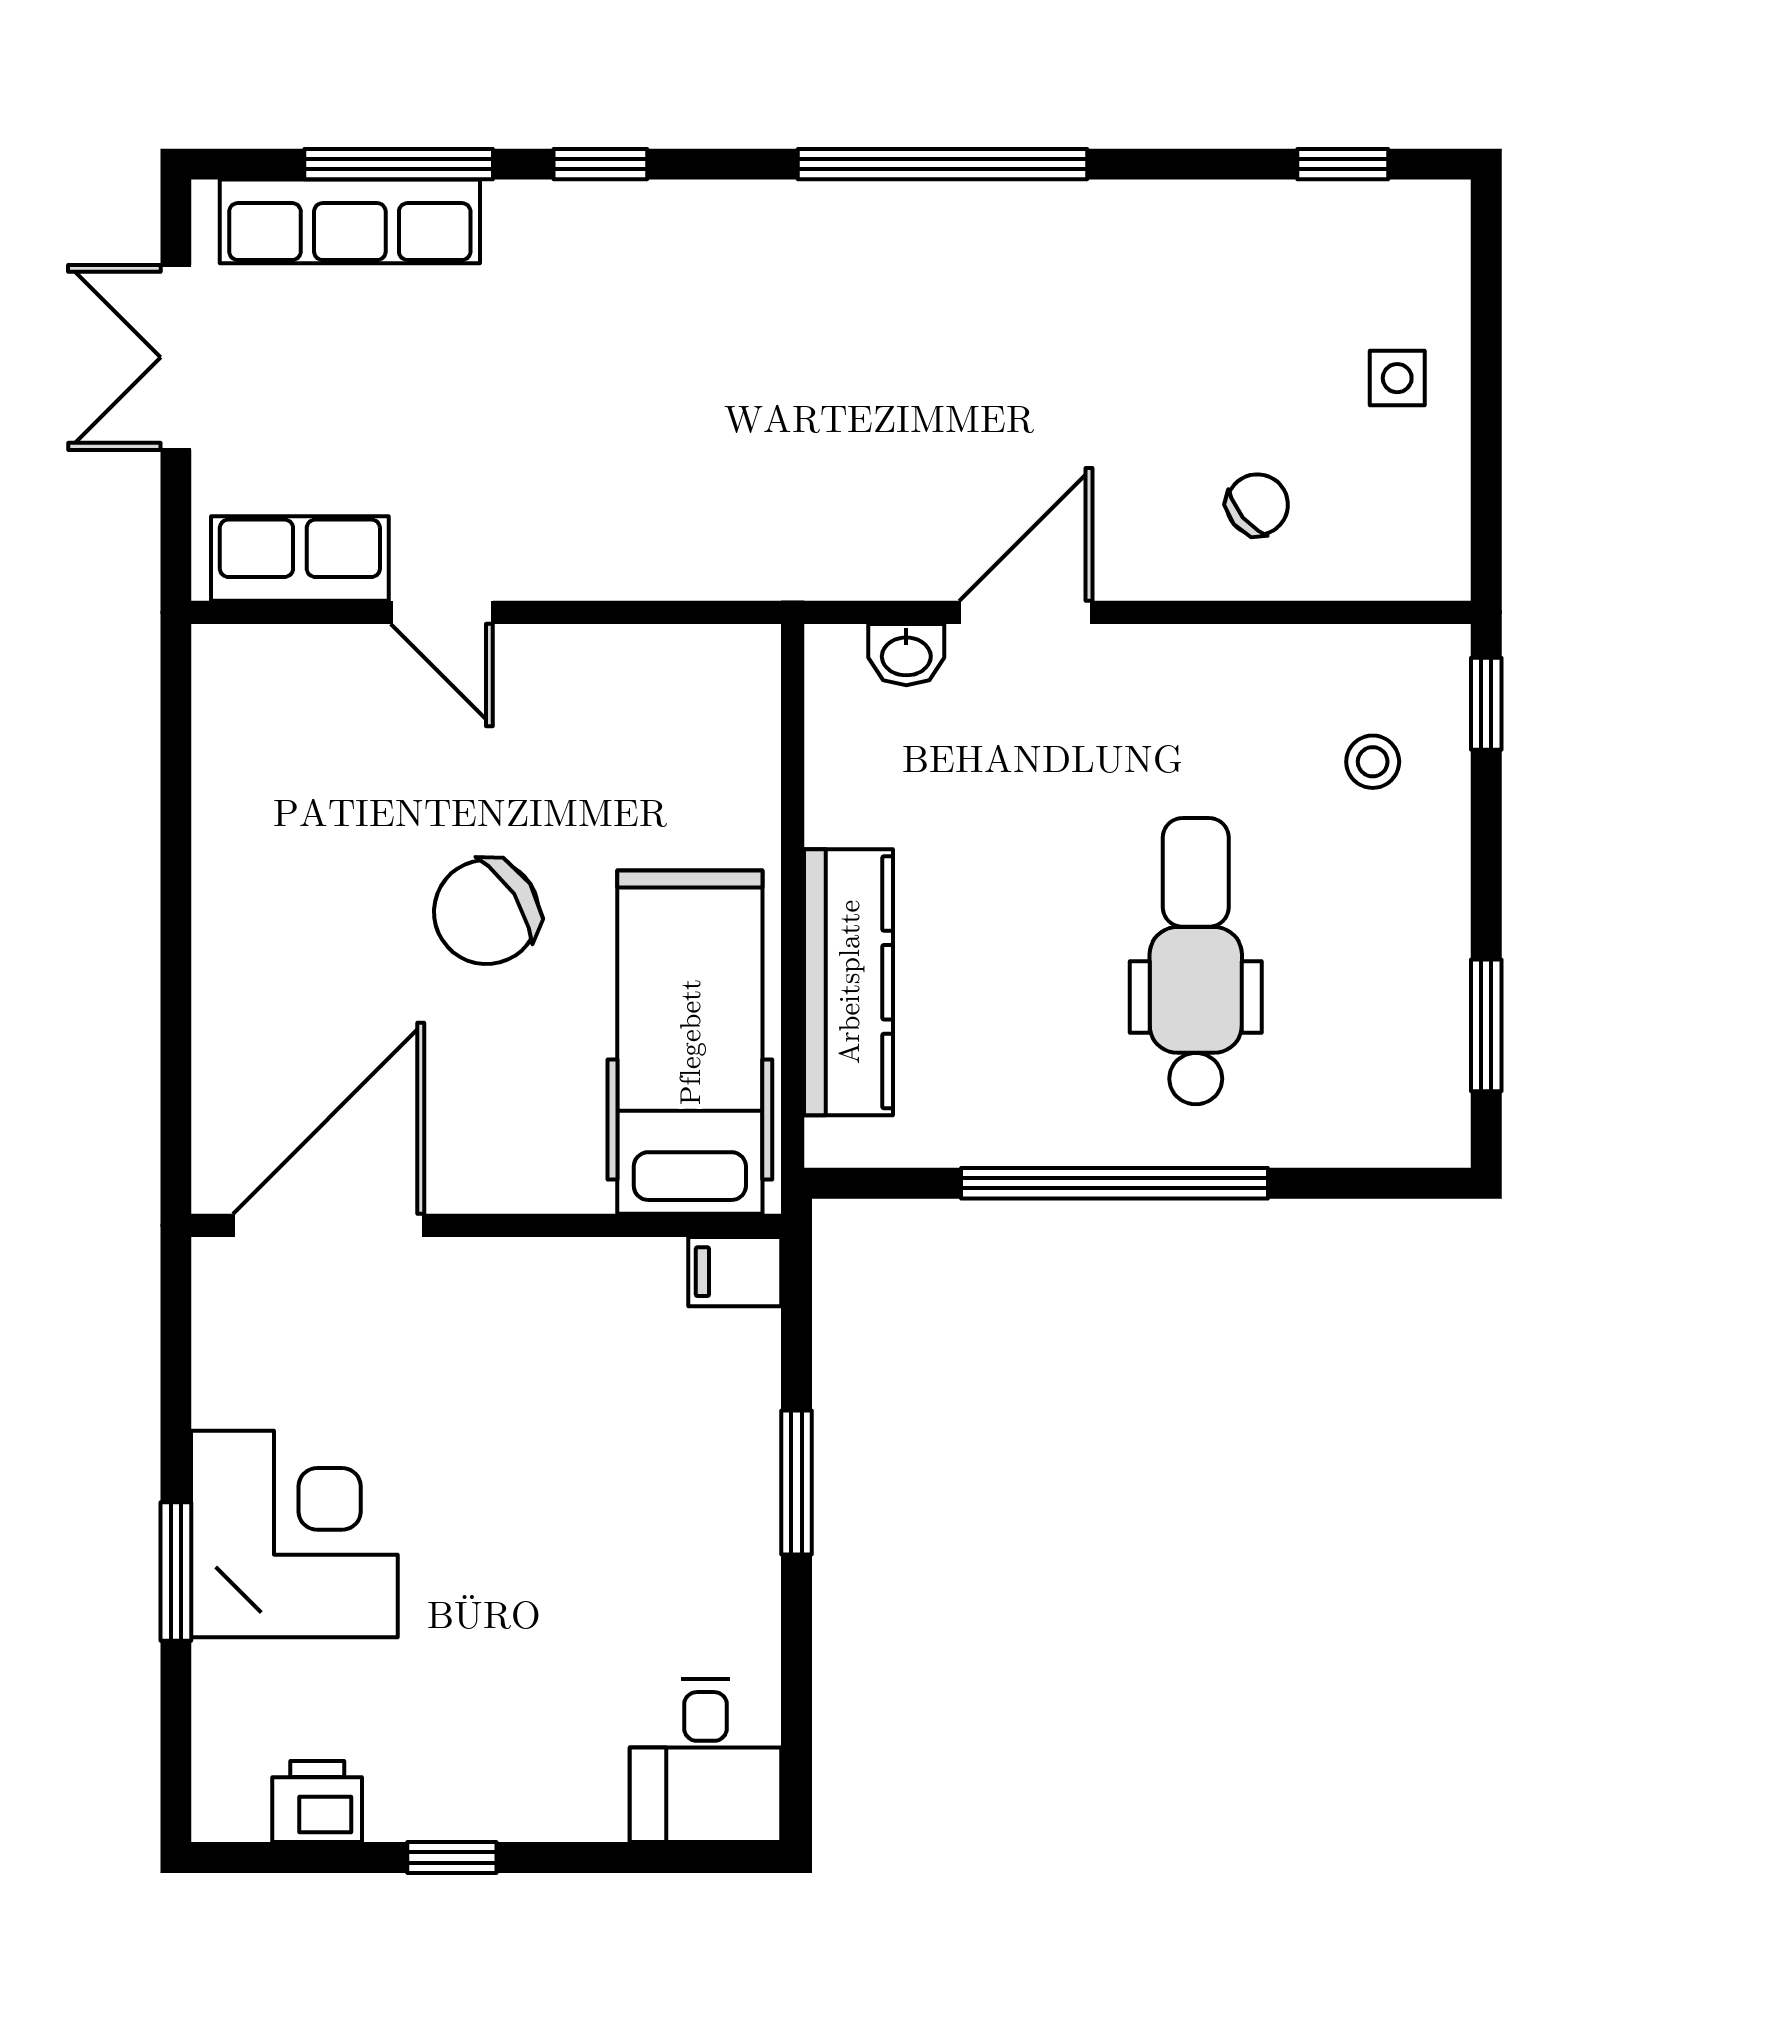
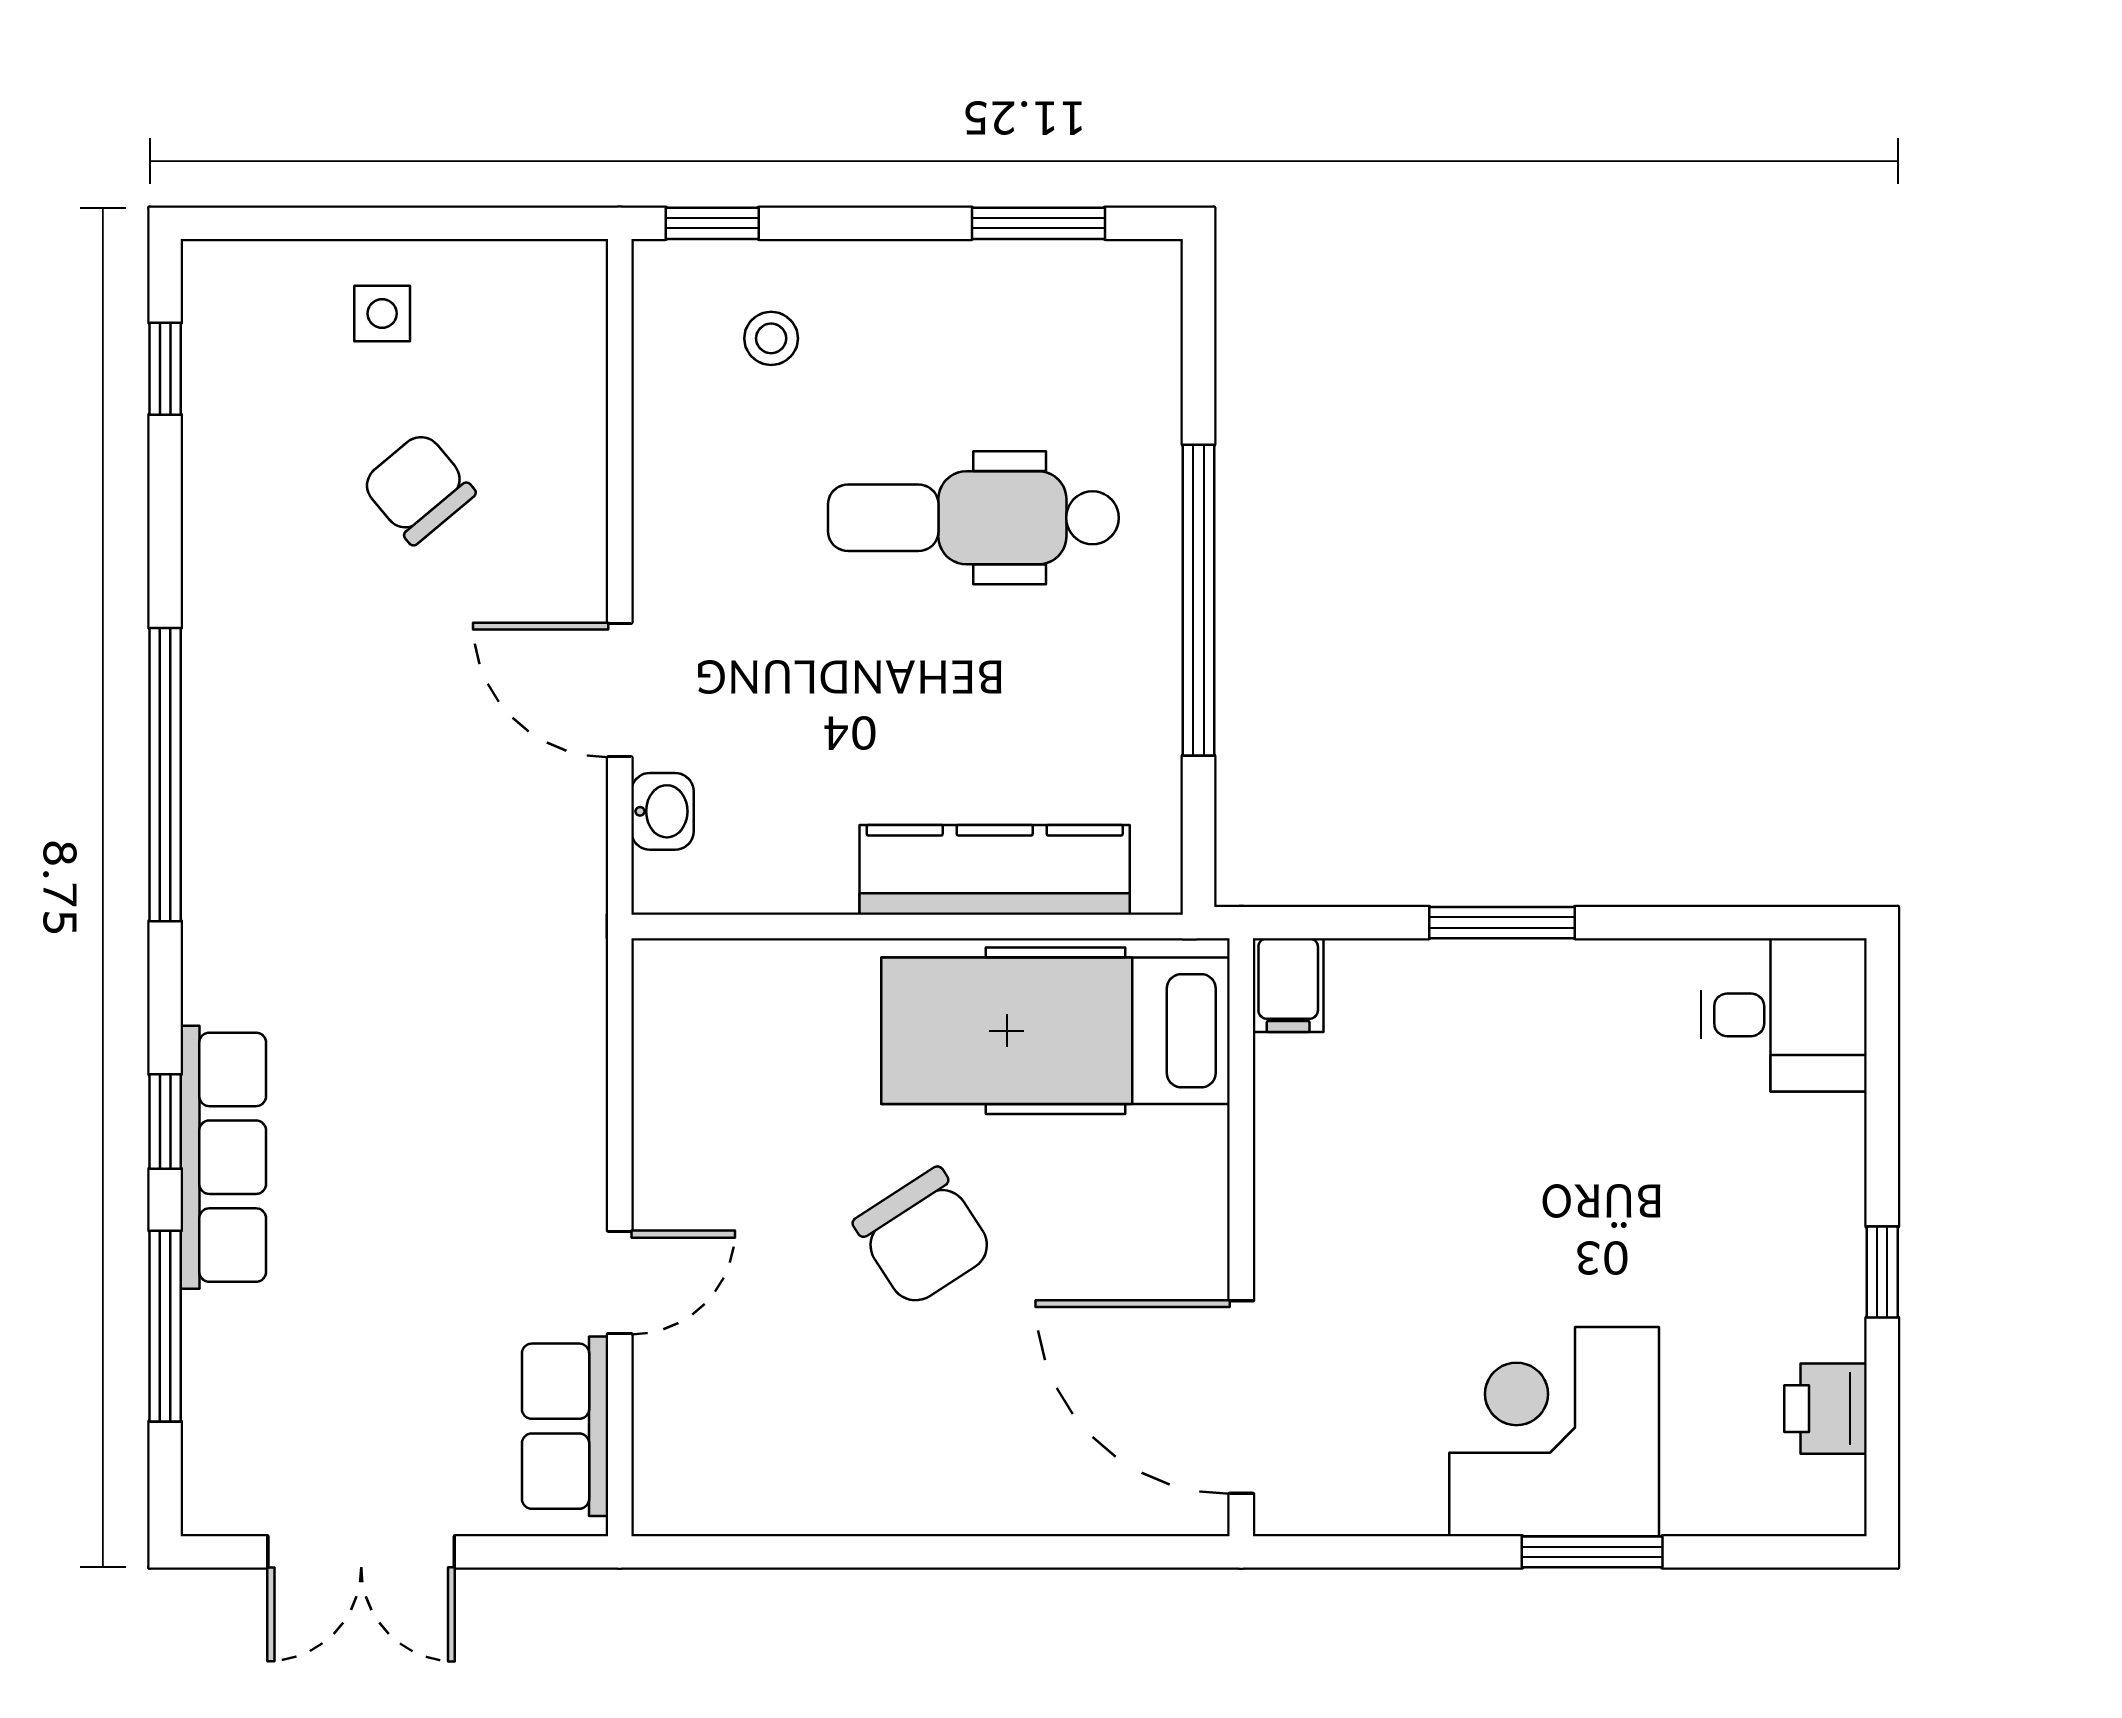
row of seats: (350, 221) -> (223, 1157), moved
chair: (1257, 505) -> (418, 488), moved, width x1.37, depth x1.37

